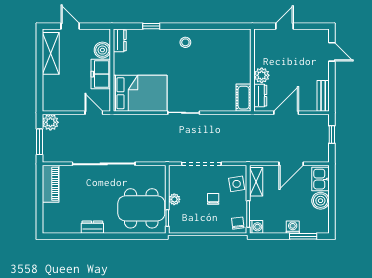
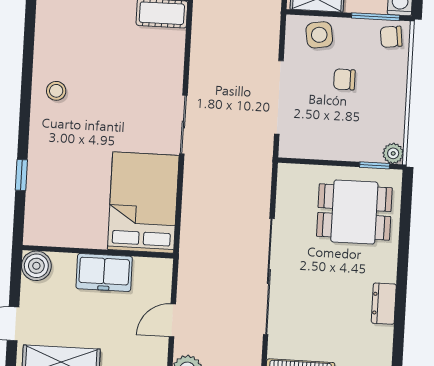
dresser: (120, 40) -> (44, 234), removed
stool: (185, 42) -> (56, 91), moved
boiler: (102, 50) -> (36, 266), moved
door: (94, 113) -> (172, 320), moved
plant: (174, 199) -> (393, 153), moved
dining table: (141, 208) -> (354, 212), width x0.73

